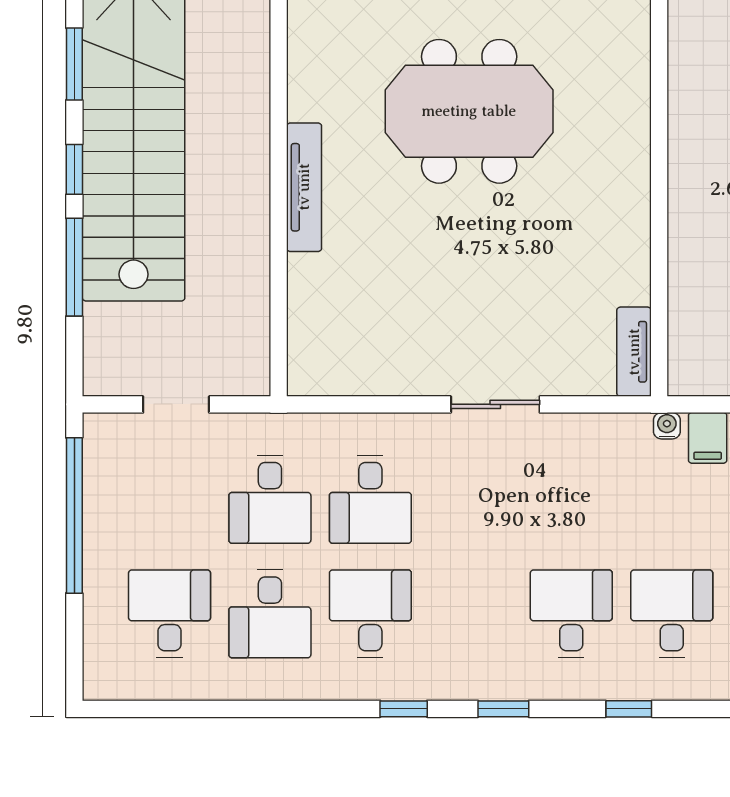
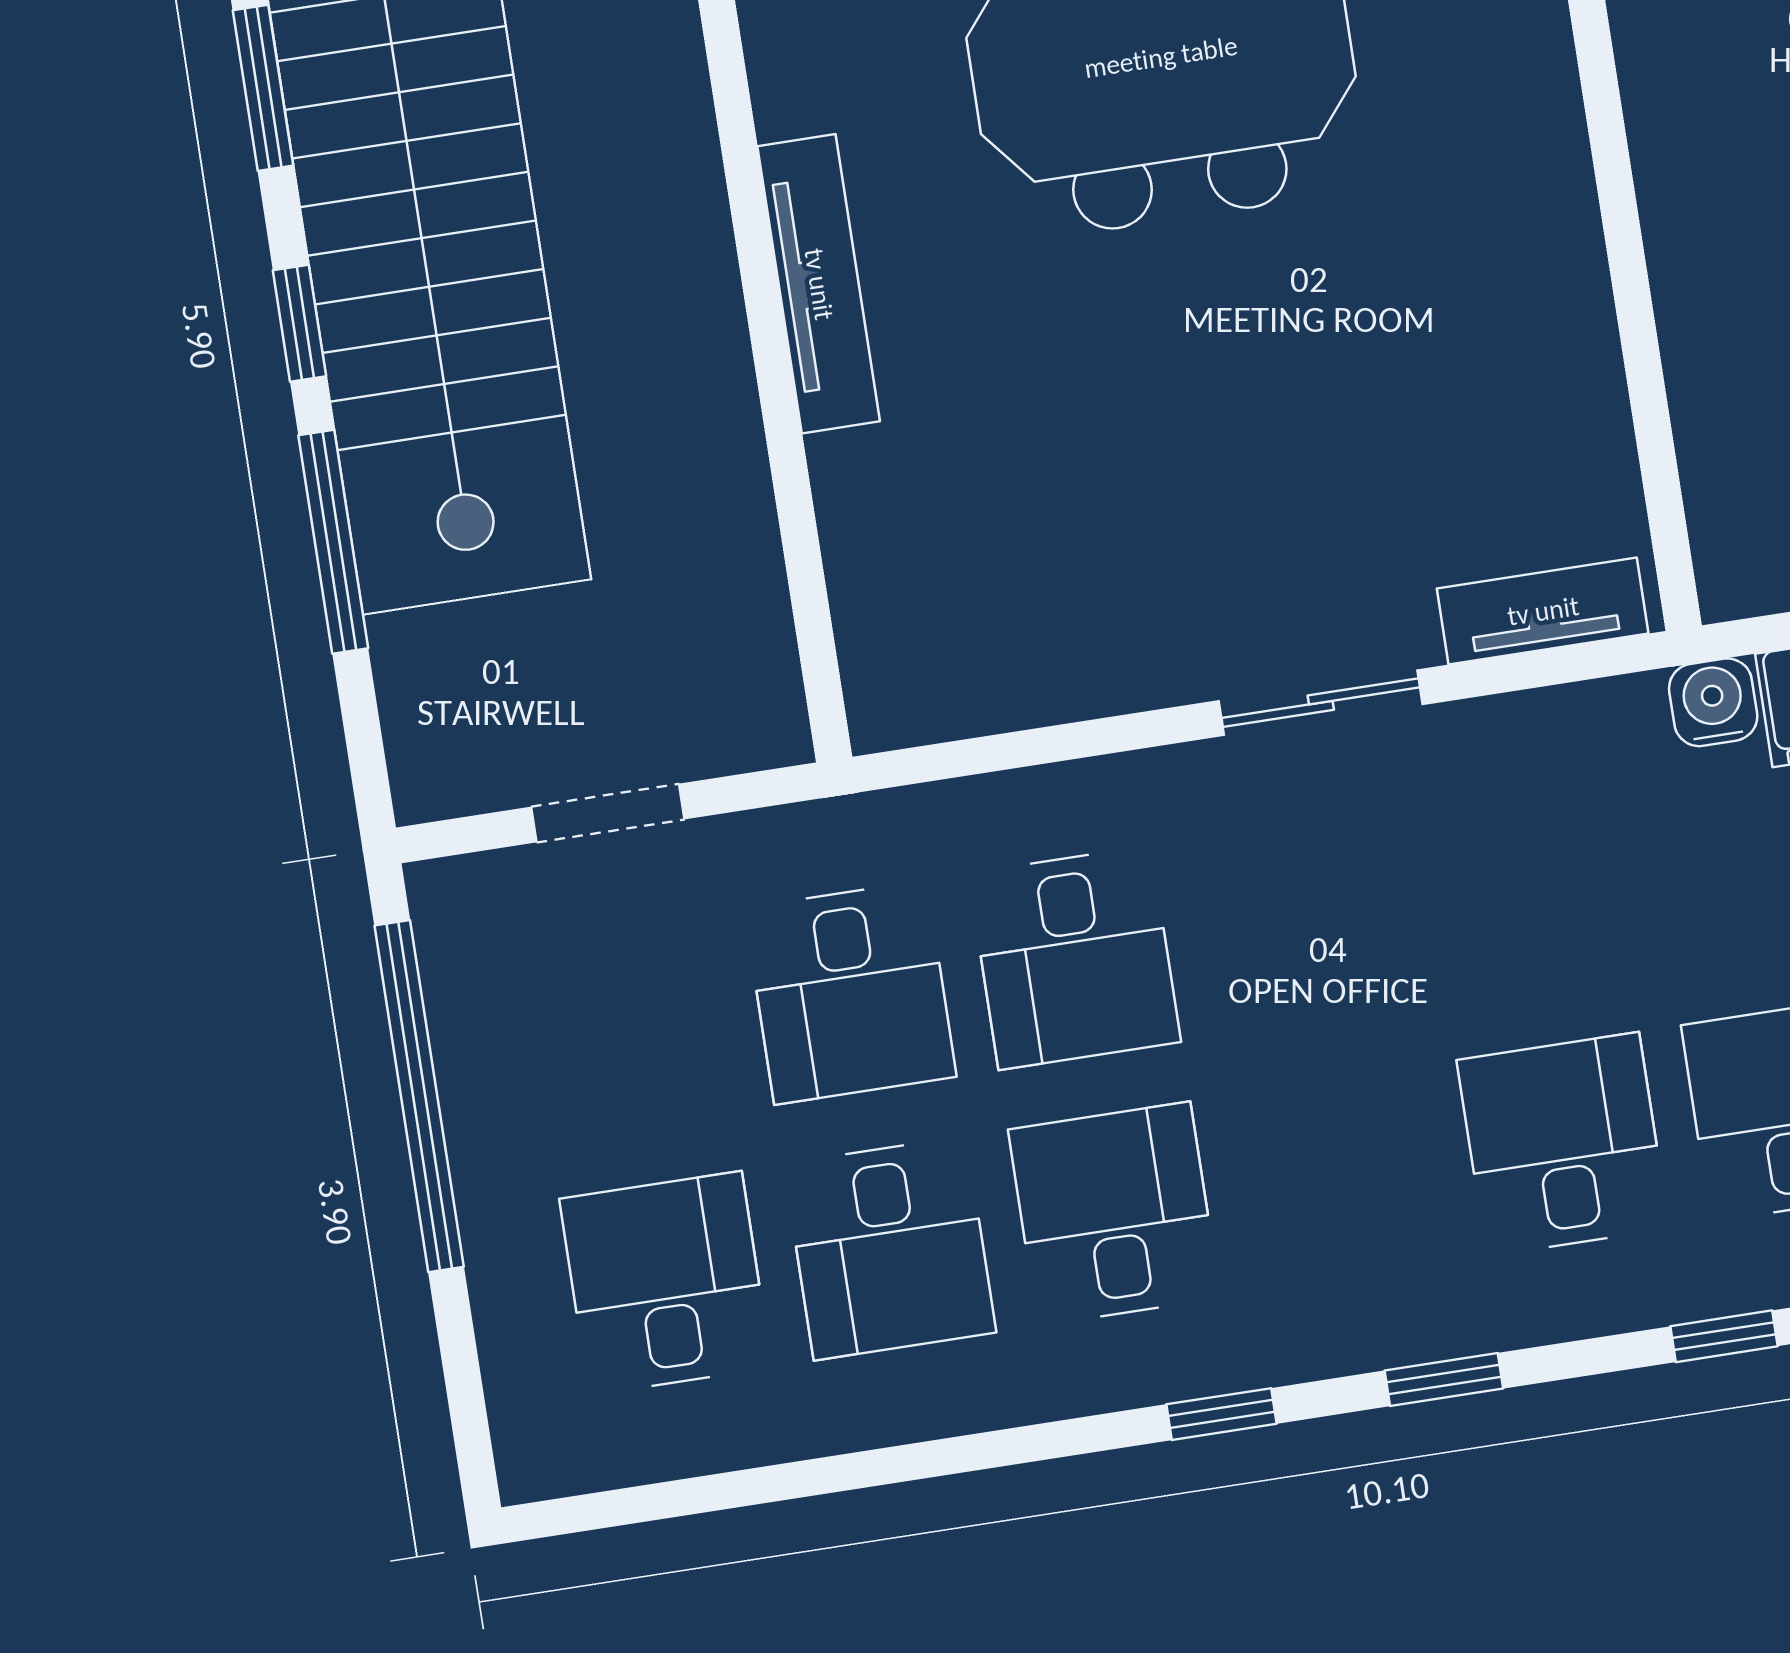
tv unit: (634, 352) -> (1543, 611), moved, turned 90
water cooler: (667, 426) -> (1713, 702), width x1.38, depth x1.38

